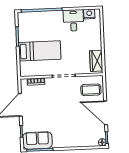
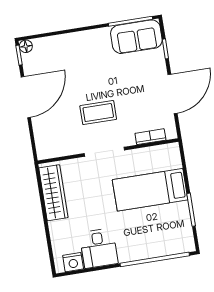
wardrobe: (96, 61) -> (53, 193), width x1.50
coffee table: (91, 90) -> (98, 113), moved
door: (106, 113) -> (26, 97), hinge flipped

